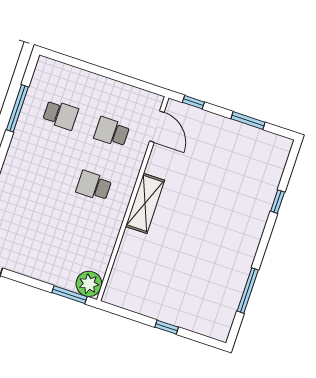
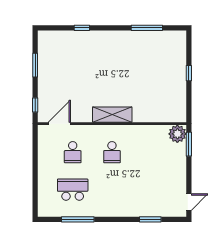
school desk: (60, 115) -> (73, 190), width x1.85

